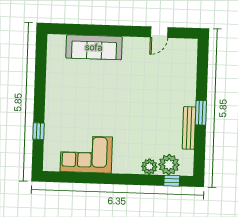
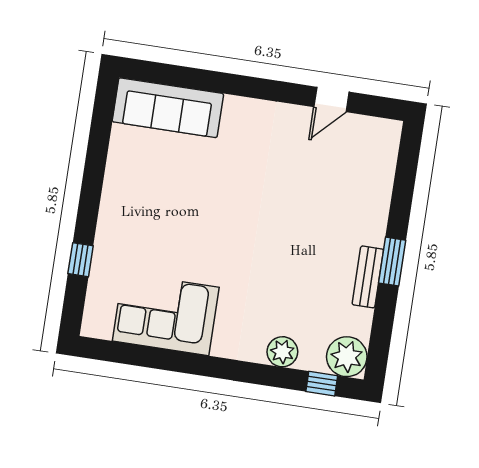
sofa: (94, 47) -> (168, 108), moved
bench: (189, 128) -> (368, 277), width x0.73
plant: (169, 165) -> (347, 357), moved

